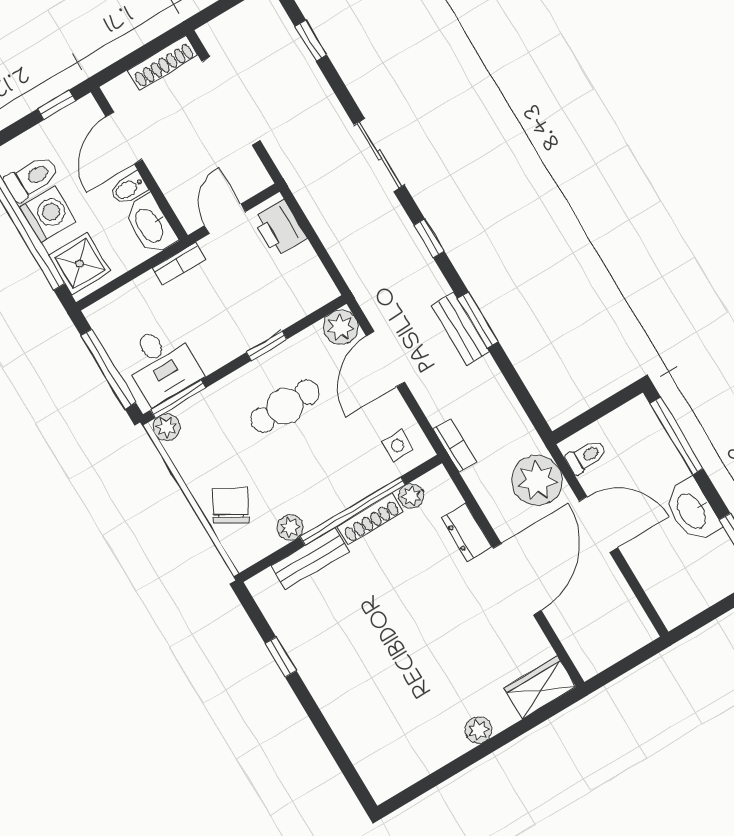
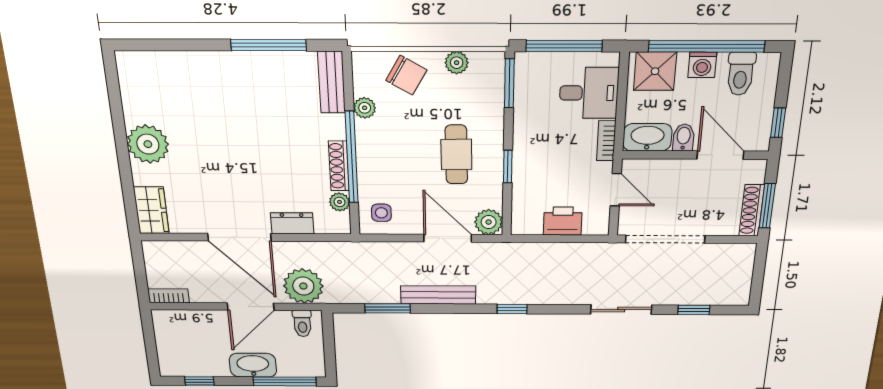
window: (148, 50) -> (767, 206), added
doorway: (231, 101) -> (665, 239), moved
sliding door: (379, 155) -> (621, 309), moved
washing machine: (48, 214) -> (702, 65), width x0.73, depth x0.73
printer: (279, 228) -> (563, 221), moved
window: (478, 320) -> (388, 308), moved
bench: (460, 329) -> (438, 295), width x1.36
desk: (162, 364) -> (589, 93), moved, turned 180
plant: (166, 427) -> (457, 63), moved
bookcase: (455, 445) -> (169, 296), moved, turned 180
washbasin: (692, 511) -> (253, 365), moved
bench: (310, 559) -> (332, 82), moved
window: (281, 657) -> (269, 45), width x2.17
plant: (478, 730) -> (148, 144), width x1.88, depth x1.88

